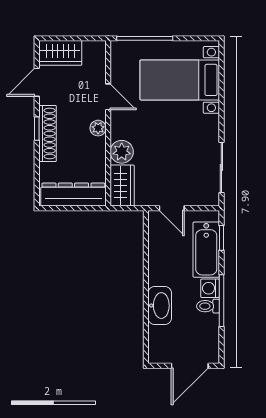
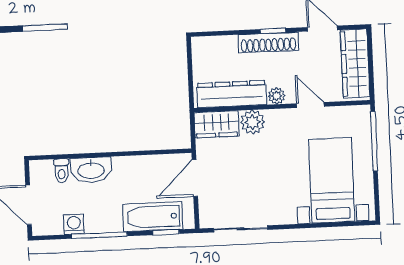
wardrobe: (60, 53) -> (355, 64), width x1.50
door: (108, 97) -> (310, 105), swing flipped
dresser: (73, 195) -> (232, 94), moved, turned -90
door: (172, 208) -> (195, 178), width x1.38
washing machine: (210, 288) -> (74, 224), moved
toilet: (208, 306) -> (61, 171), moved, turned 180

